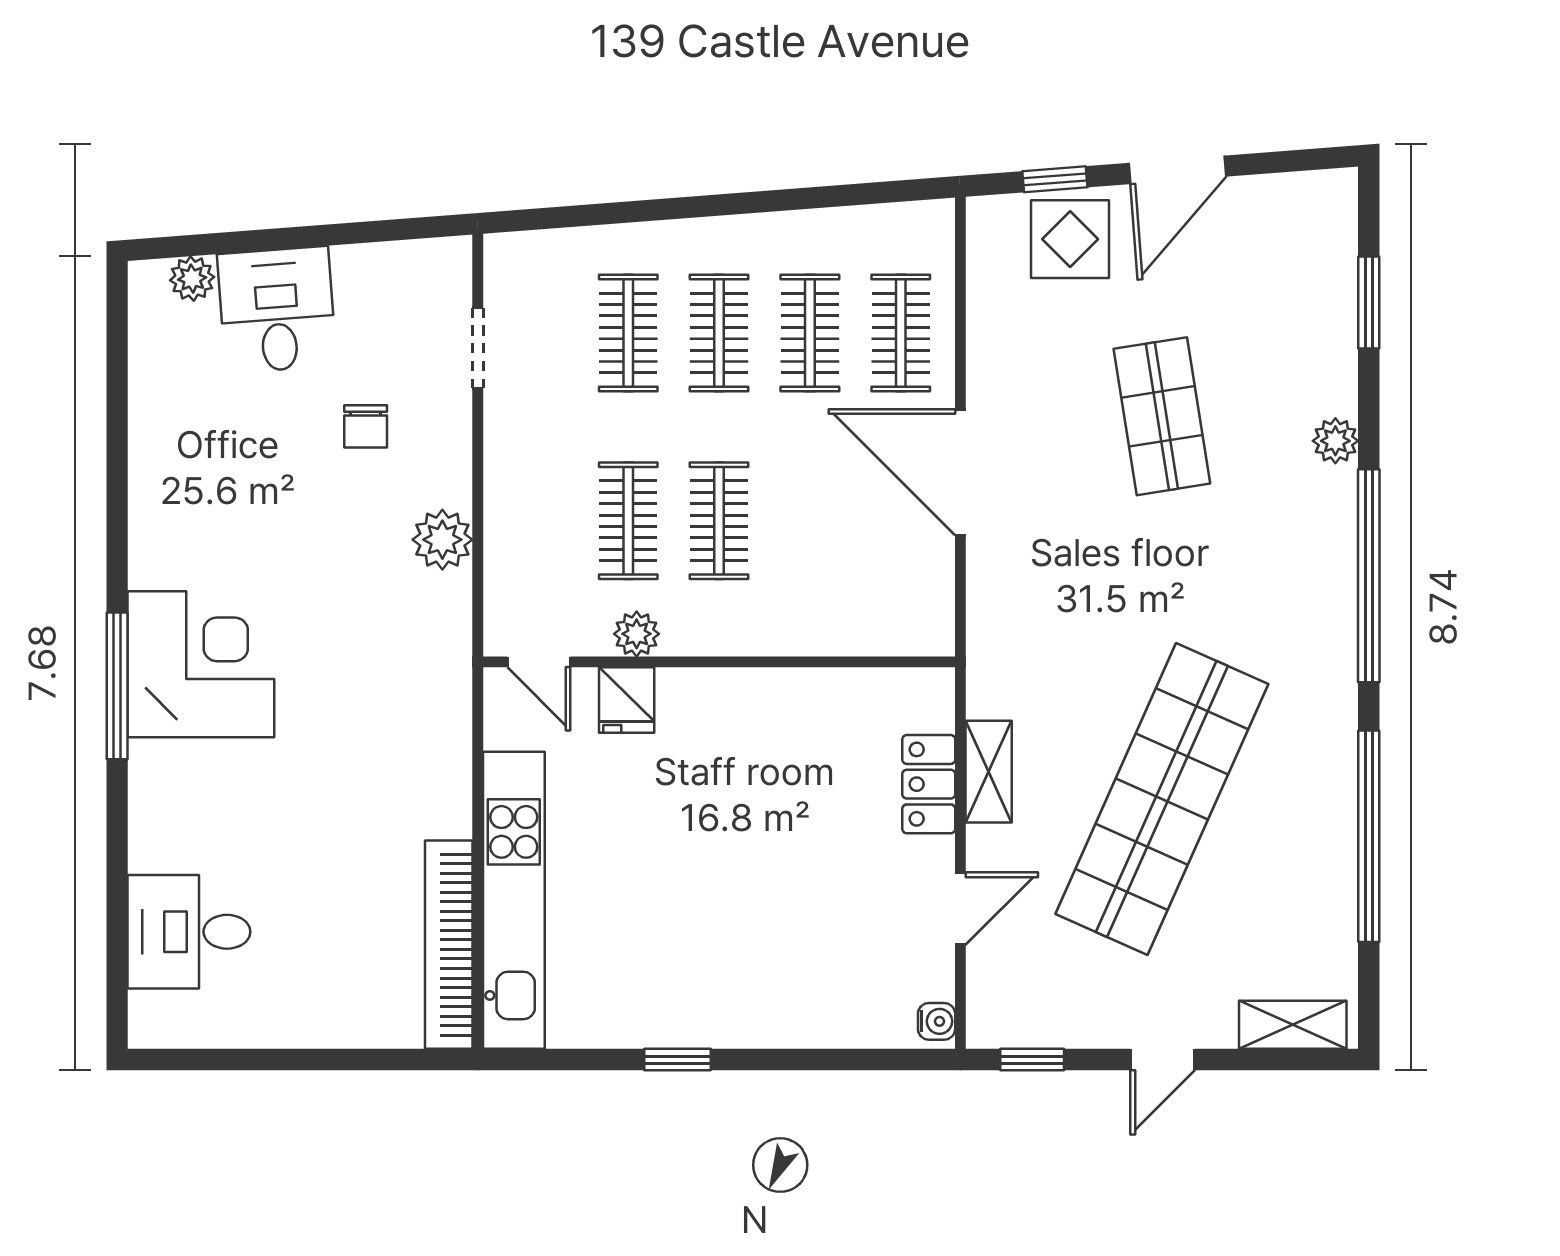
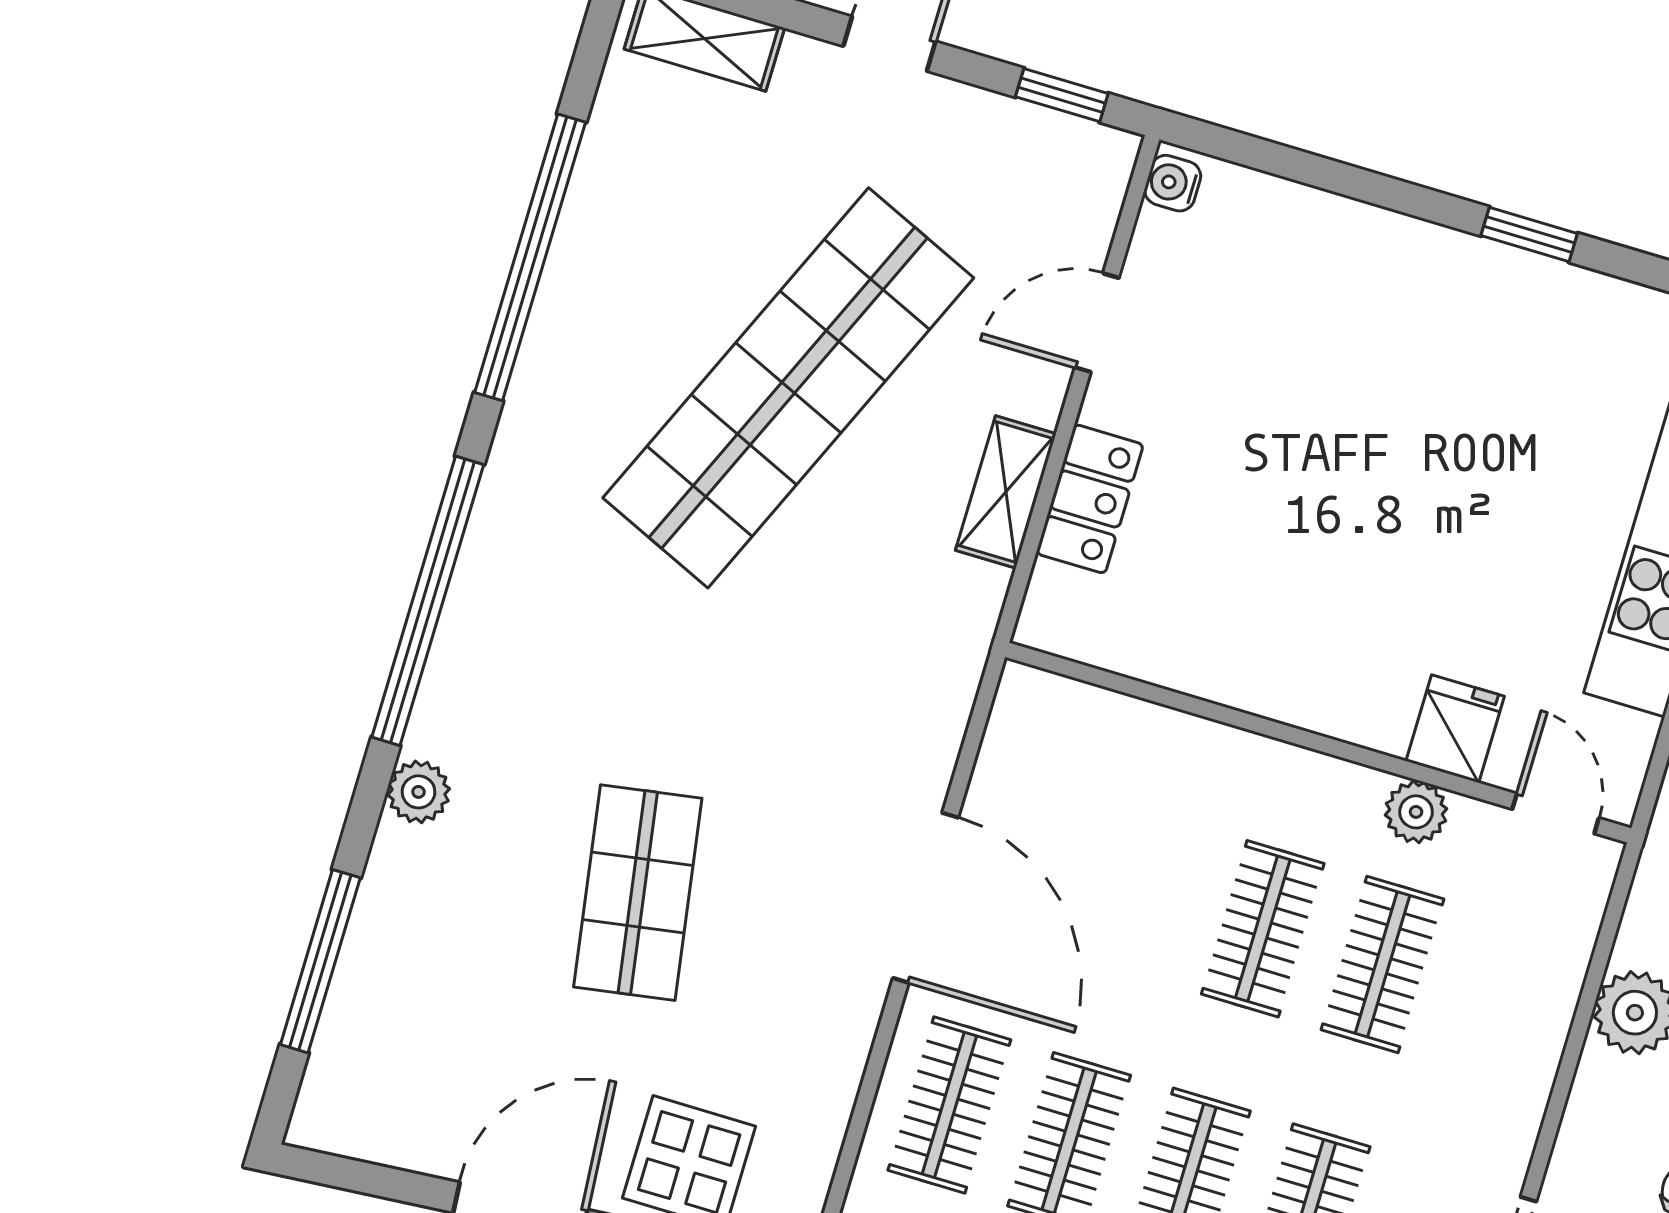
window: (1369, 303) -> (320, 961), width x1.44

